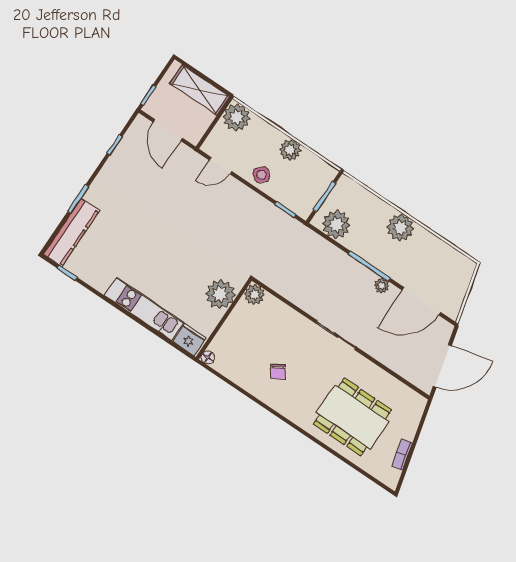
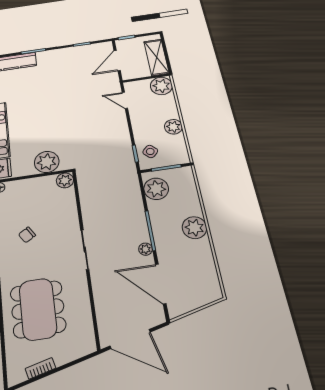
side table: (261, 175) -> (150, 151), moved

